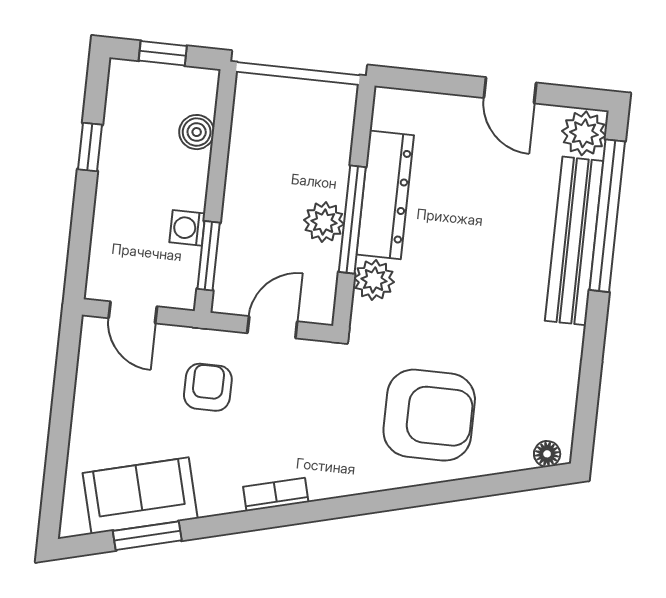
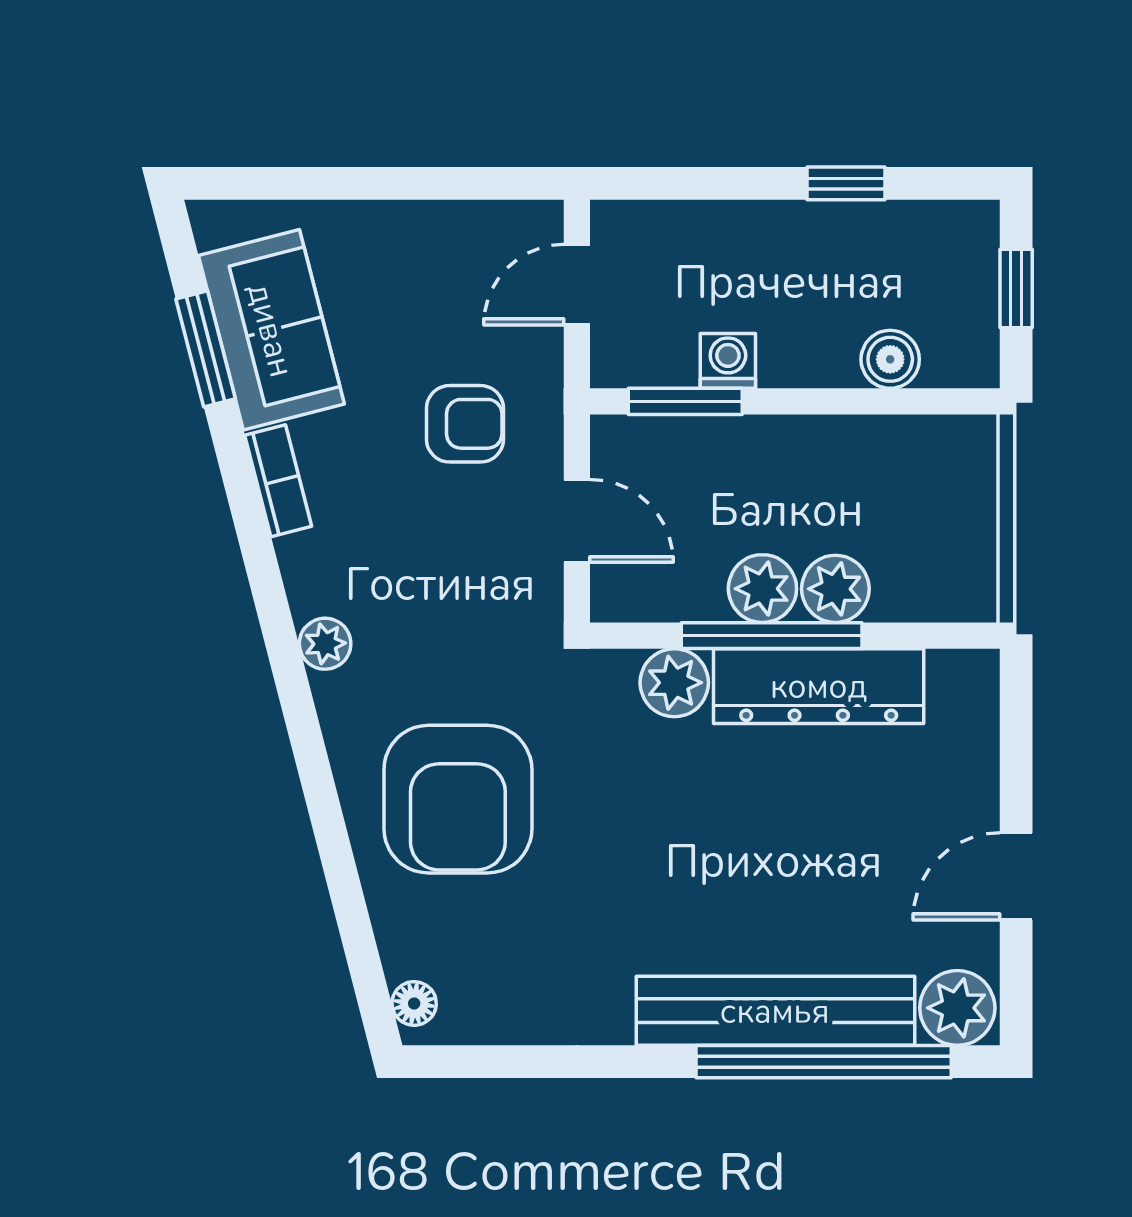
plant: (329, 179) -> (835, 589), added
plant: (329, 484) -> (325, 644), added
bookcase: (276, 494) -> (278, 481), moved

